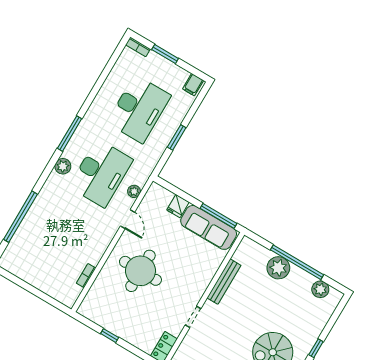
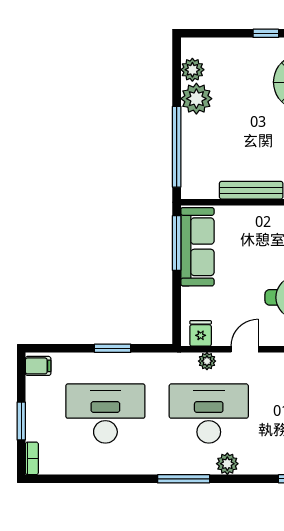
fridge: (178, 206) -> (201, 333), moved, turned -90
window: (297, 262) -> (177, 147), moved
plant: (278, 268) -> (196, 99), moved

